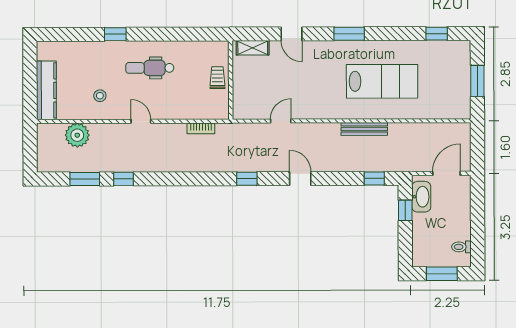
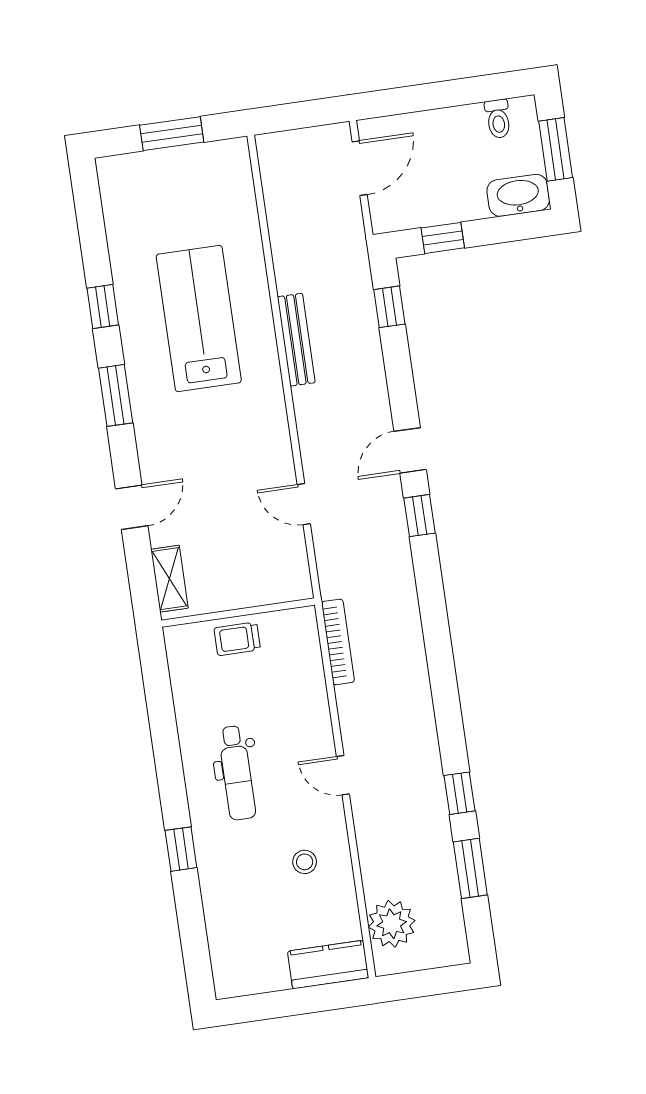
window: (437, 34) -> (103, 306), moved
kitchen counter: (46, 90) -> (328, 965), width x0.67
door: (141, 121) -> (343, 775), hinge flipped
bookcase: (201, 128) -> (338, 642), width x1.56
plant: (77, 135) -> (392, 924), moved
door: (446, 173) -> (360, 168), swing flipped
window: (247, 179) -> (419, 516), moved
washbasin: (421, 197) -> (518, 195), moved

